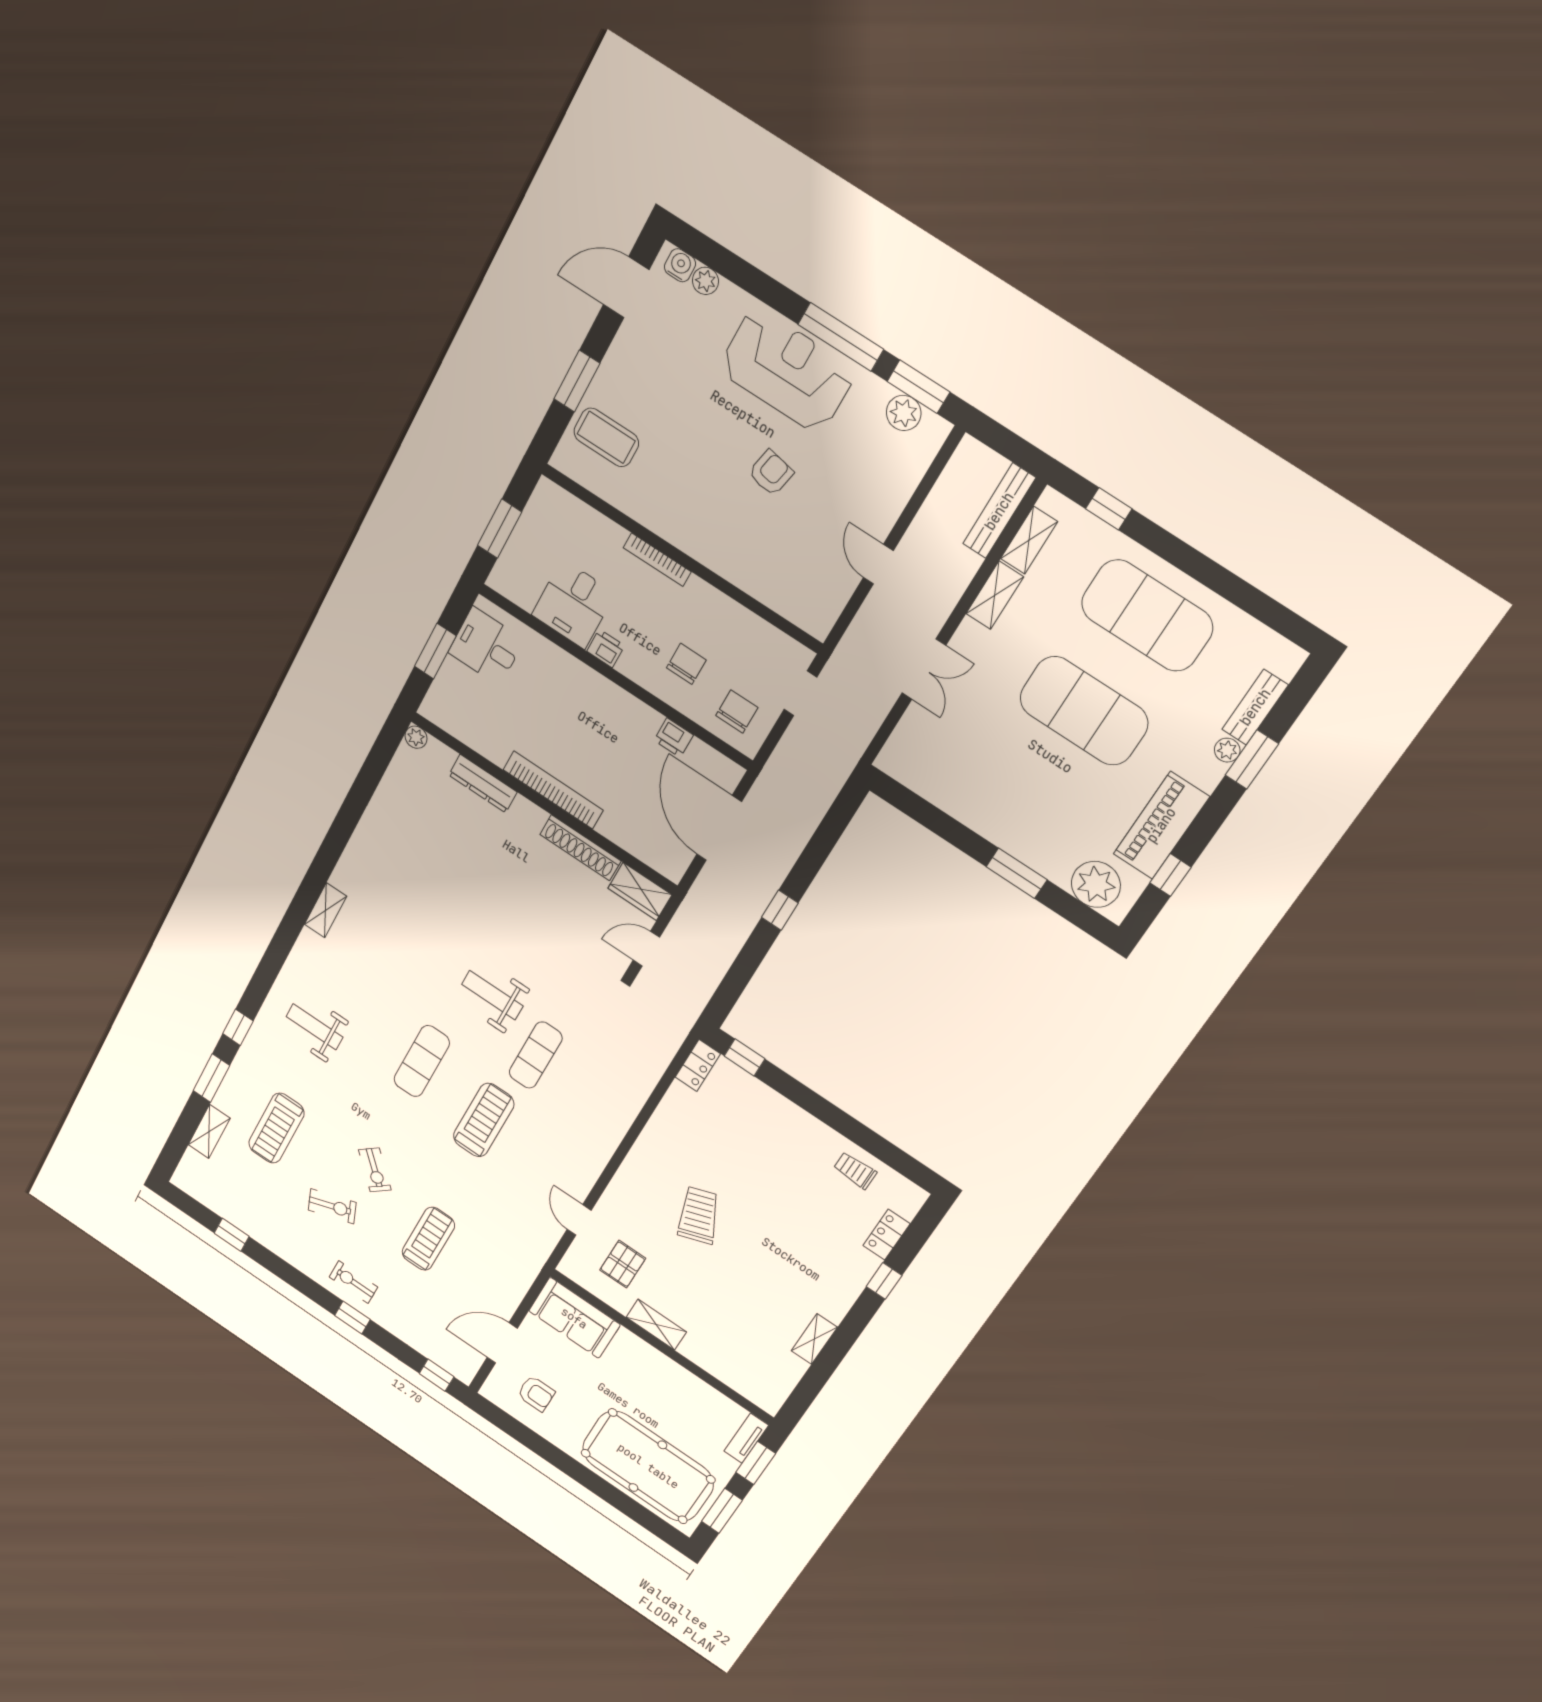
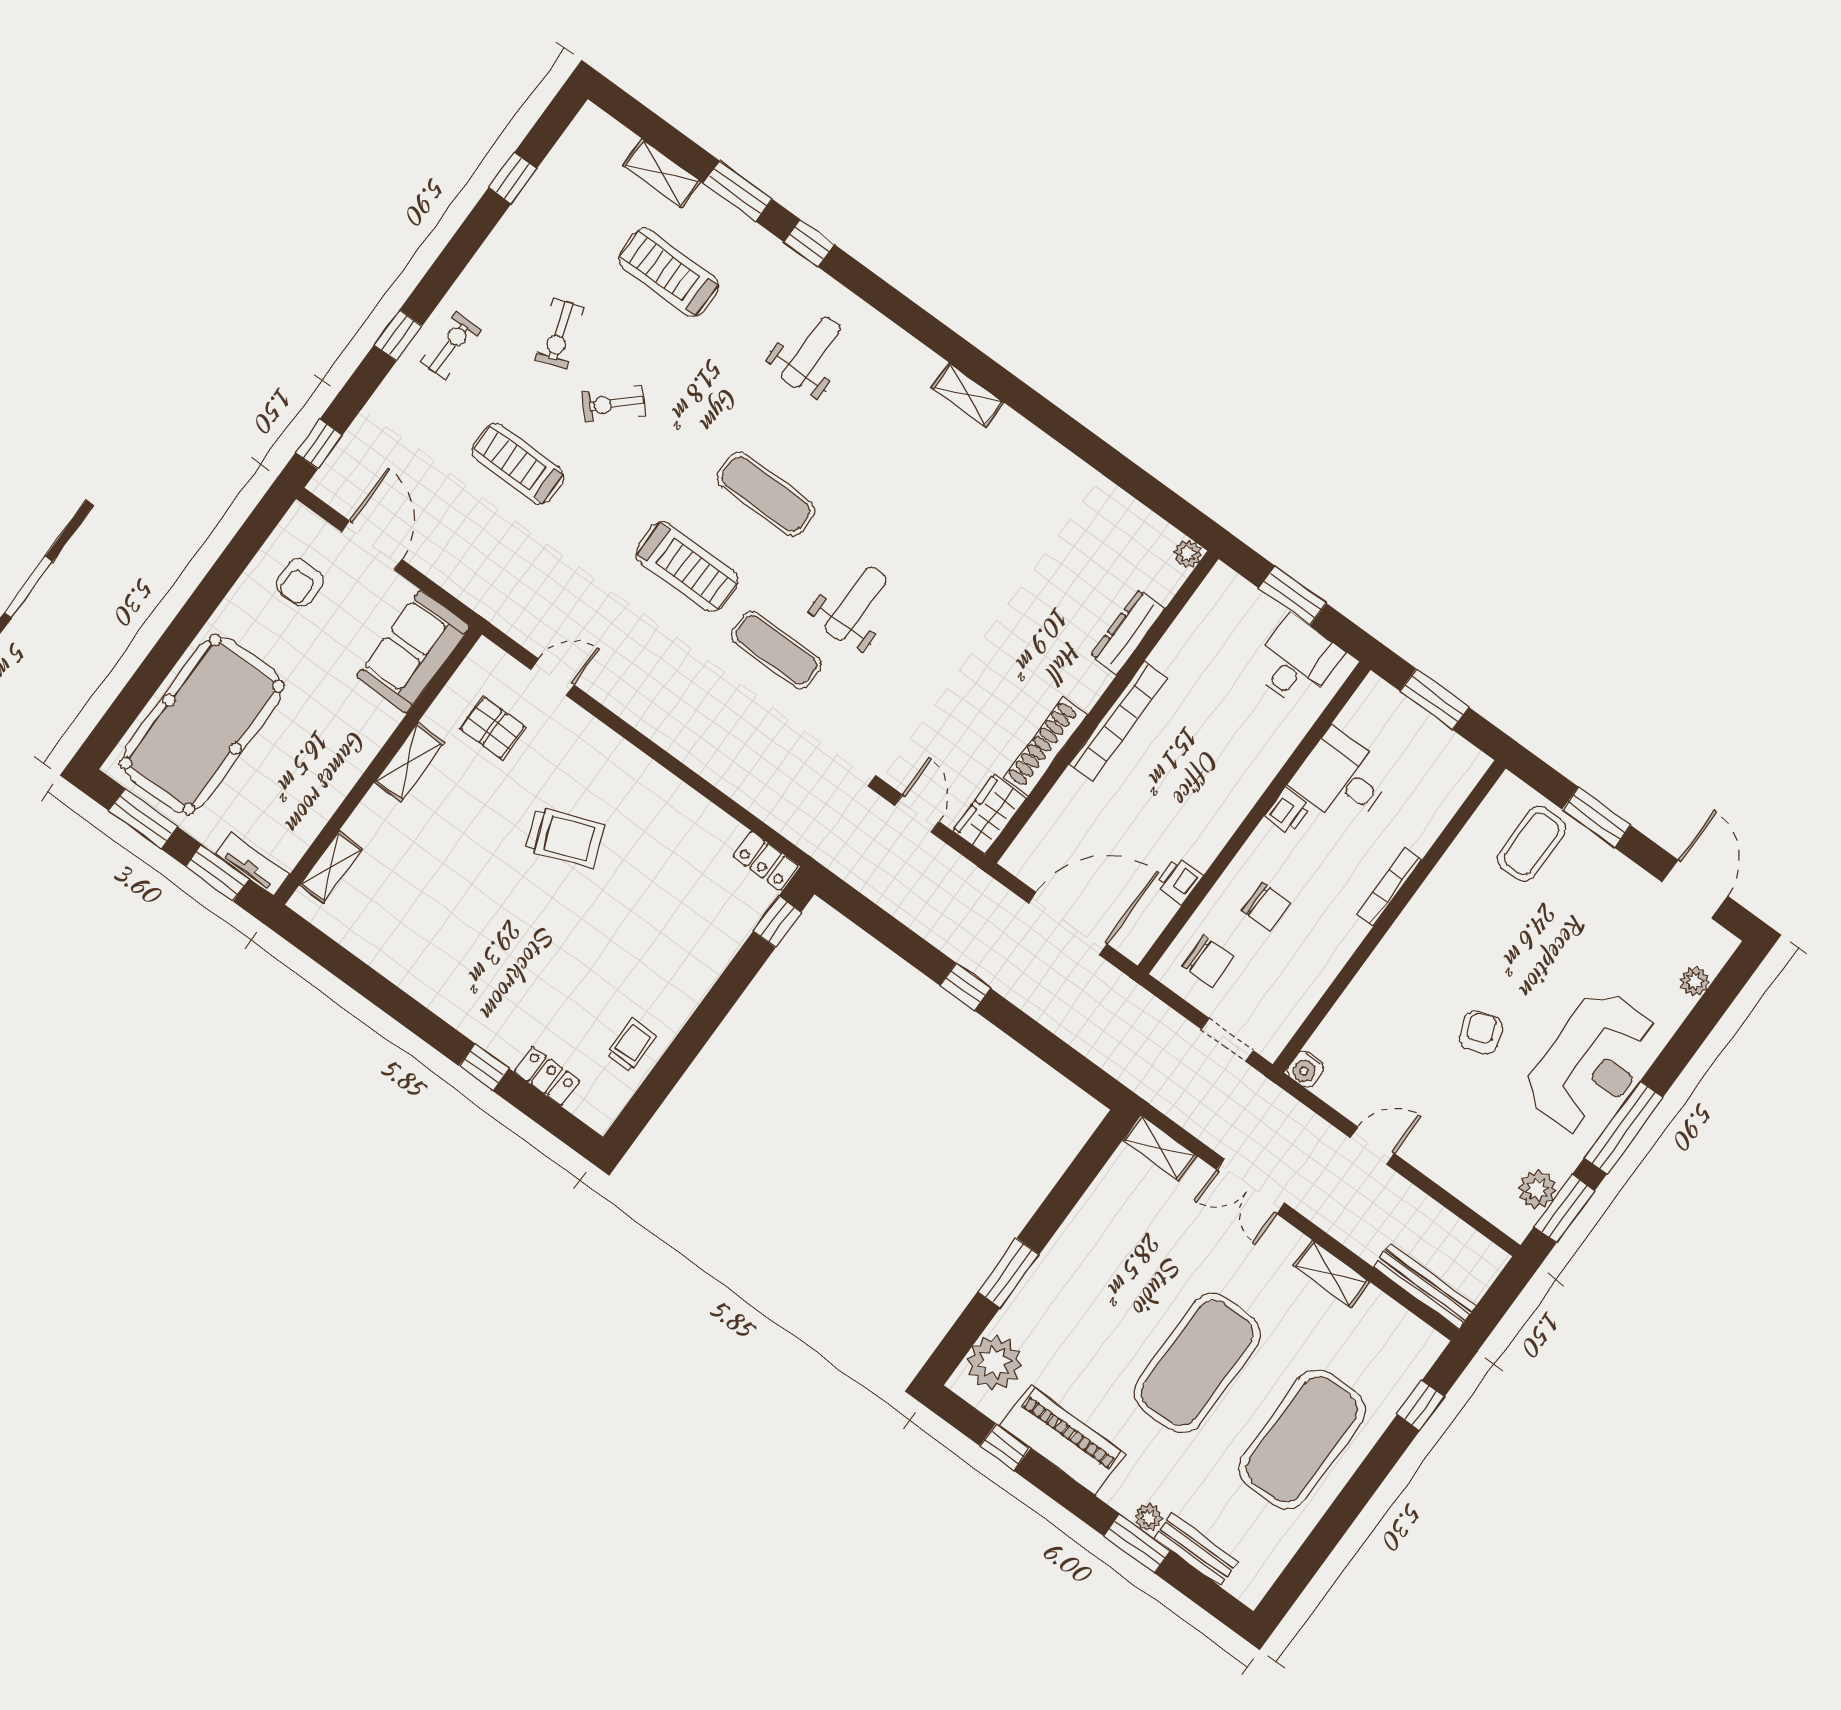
water cooler: (680, 265) -> (1306, 1069), moved, turned 90
armchair: (771, 473) -> (1481, 1032), turned -122
shelving: (1029, 540) -> (1160, 1148), moved
treadmill: (428, 1239) -> (518, 464), turned 180
shelving: (814, 1339) -> (331, 867), moved, turned 90

